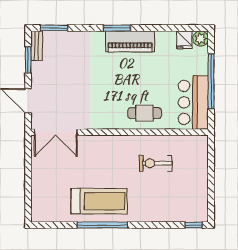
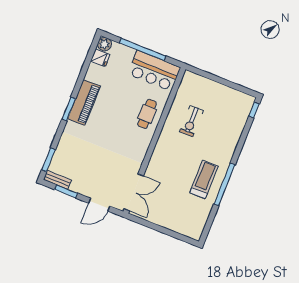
treadmill: (99, 201) -> (204, 179), width x0.73, depth x0.73

